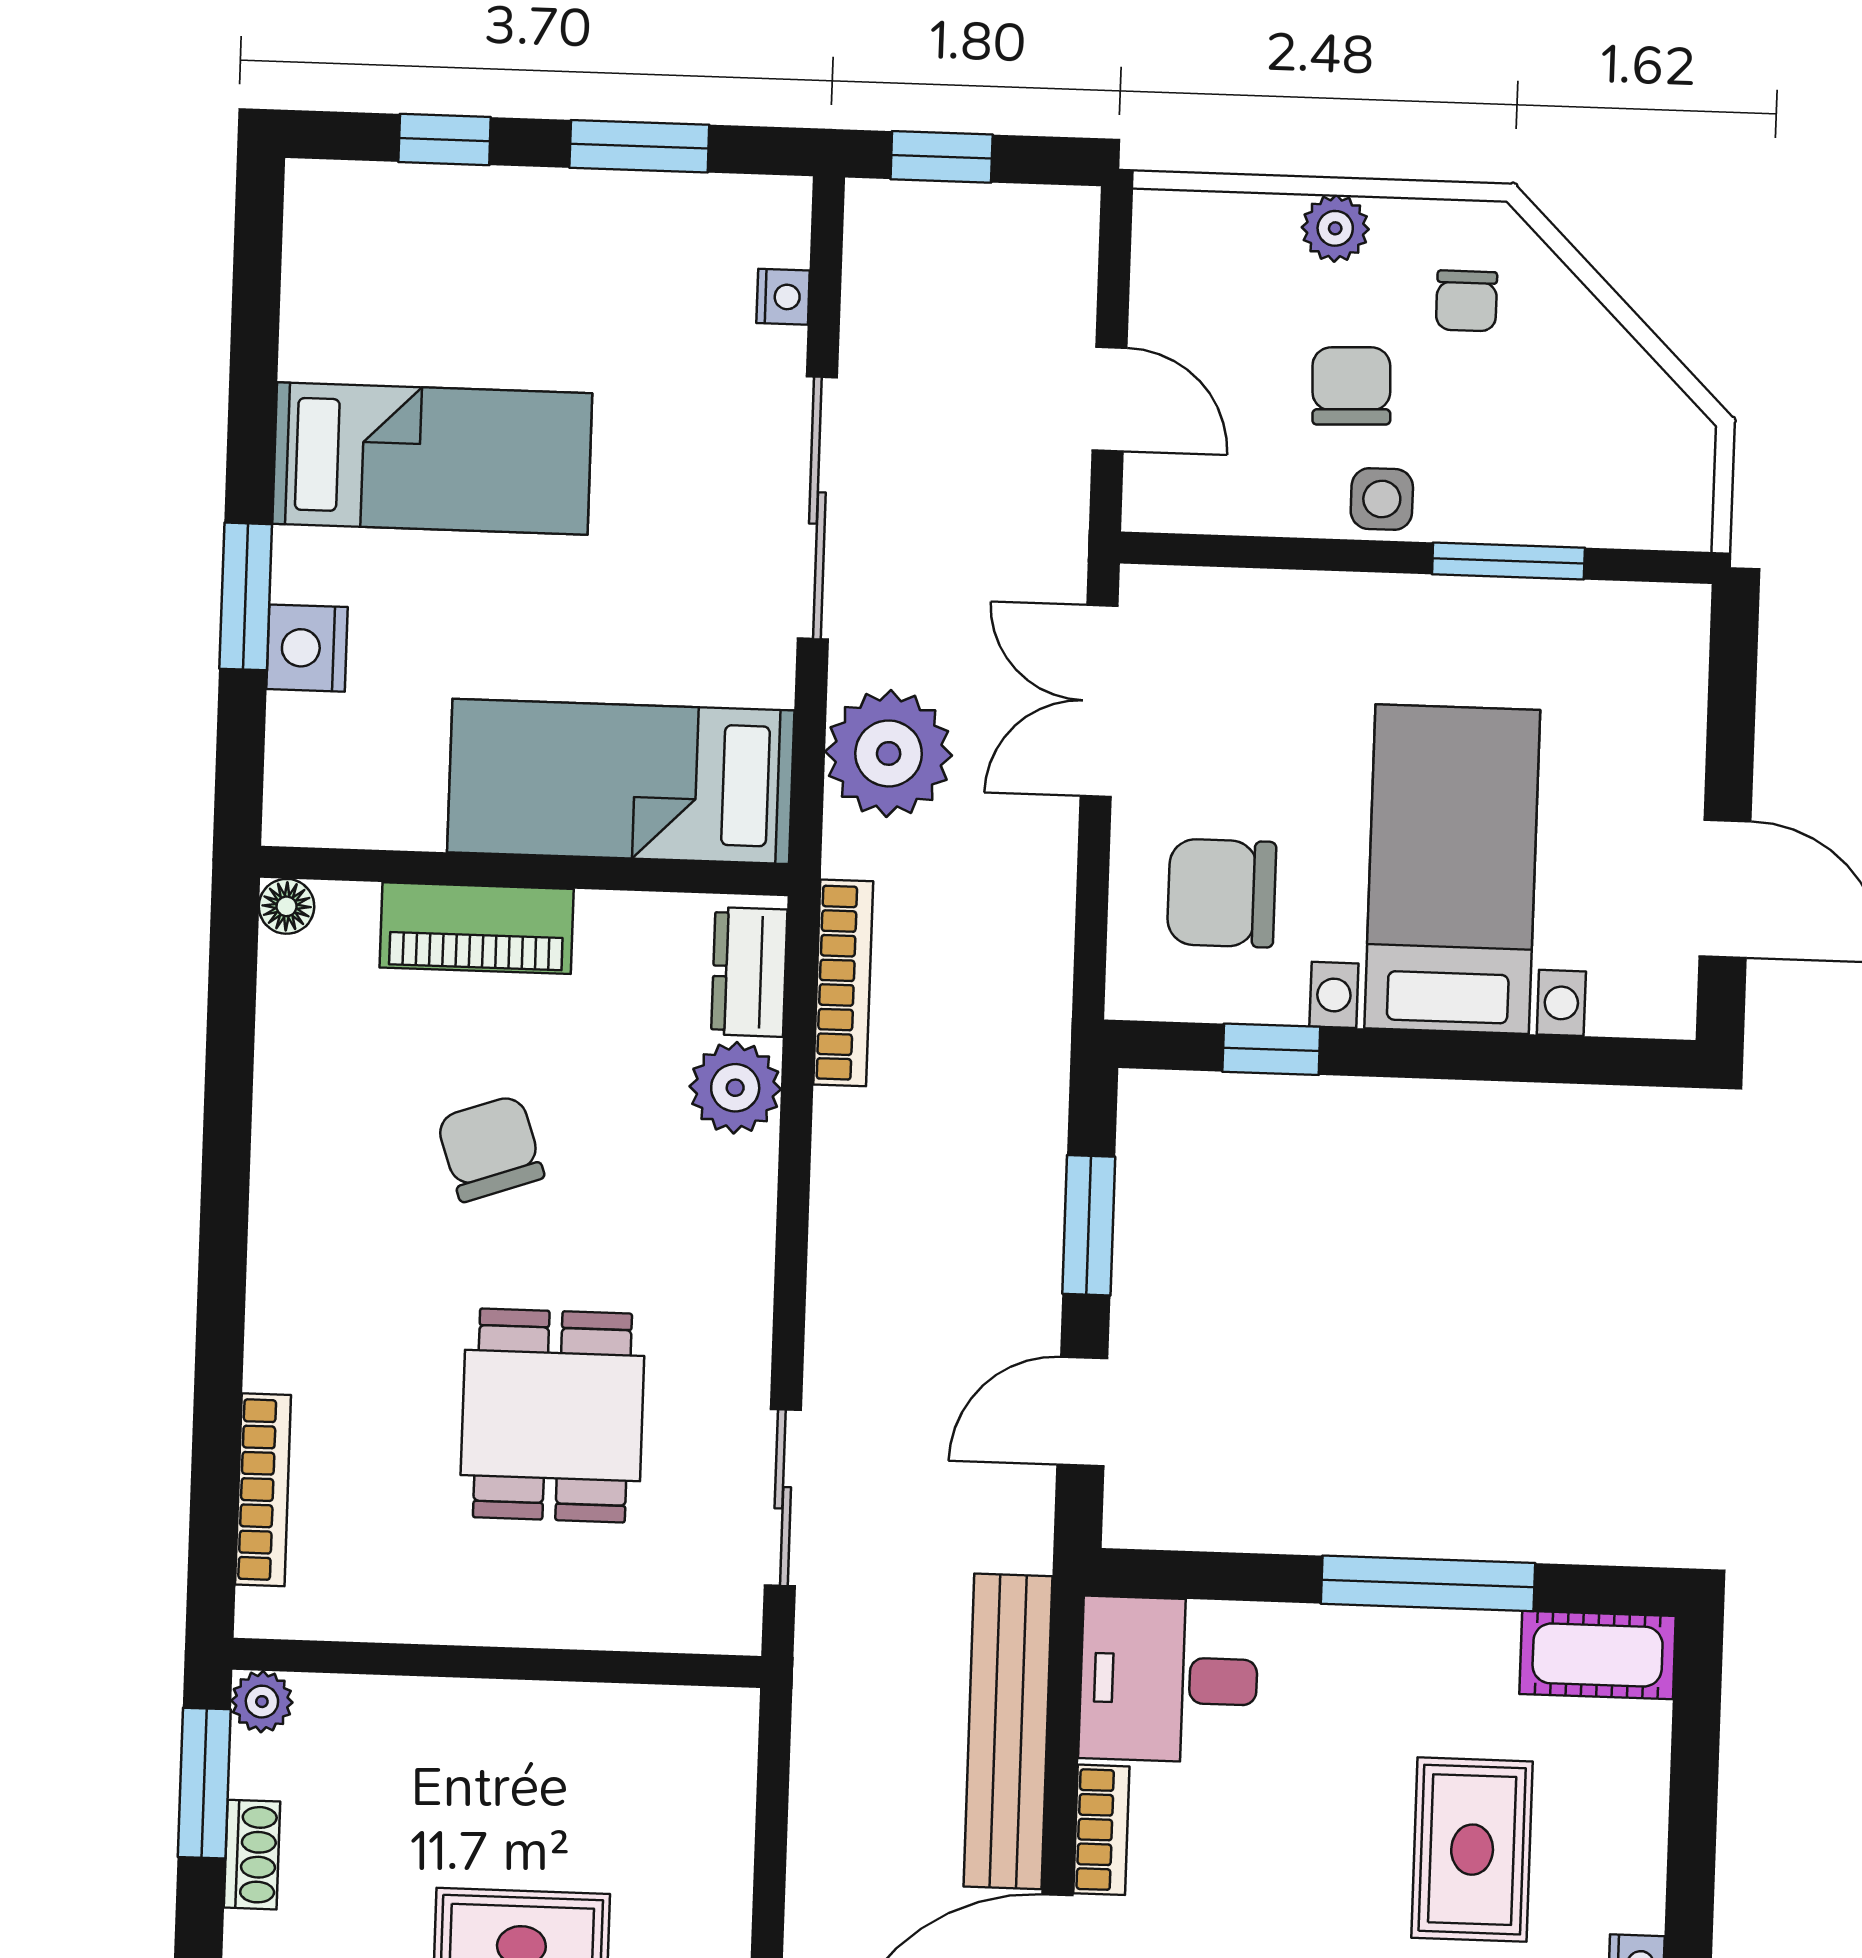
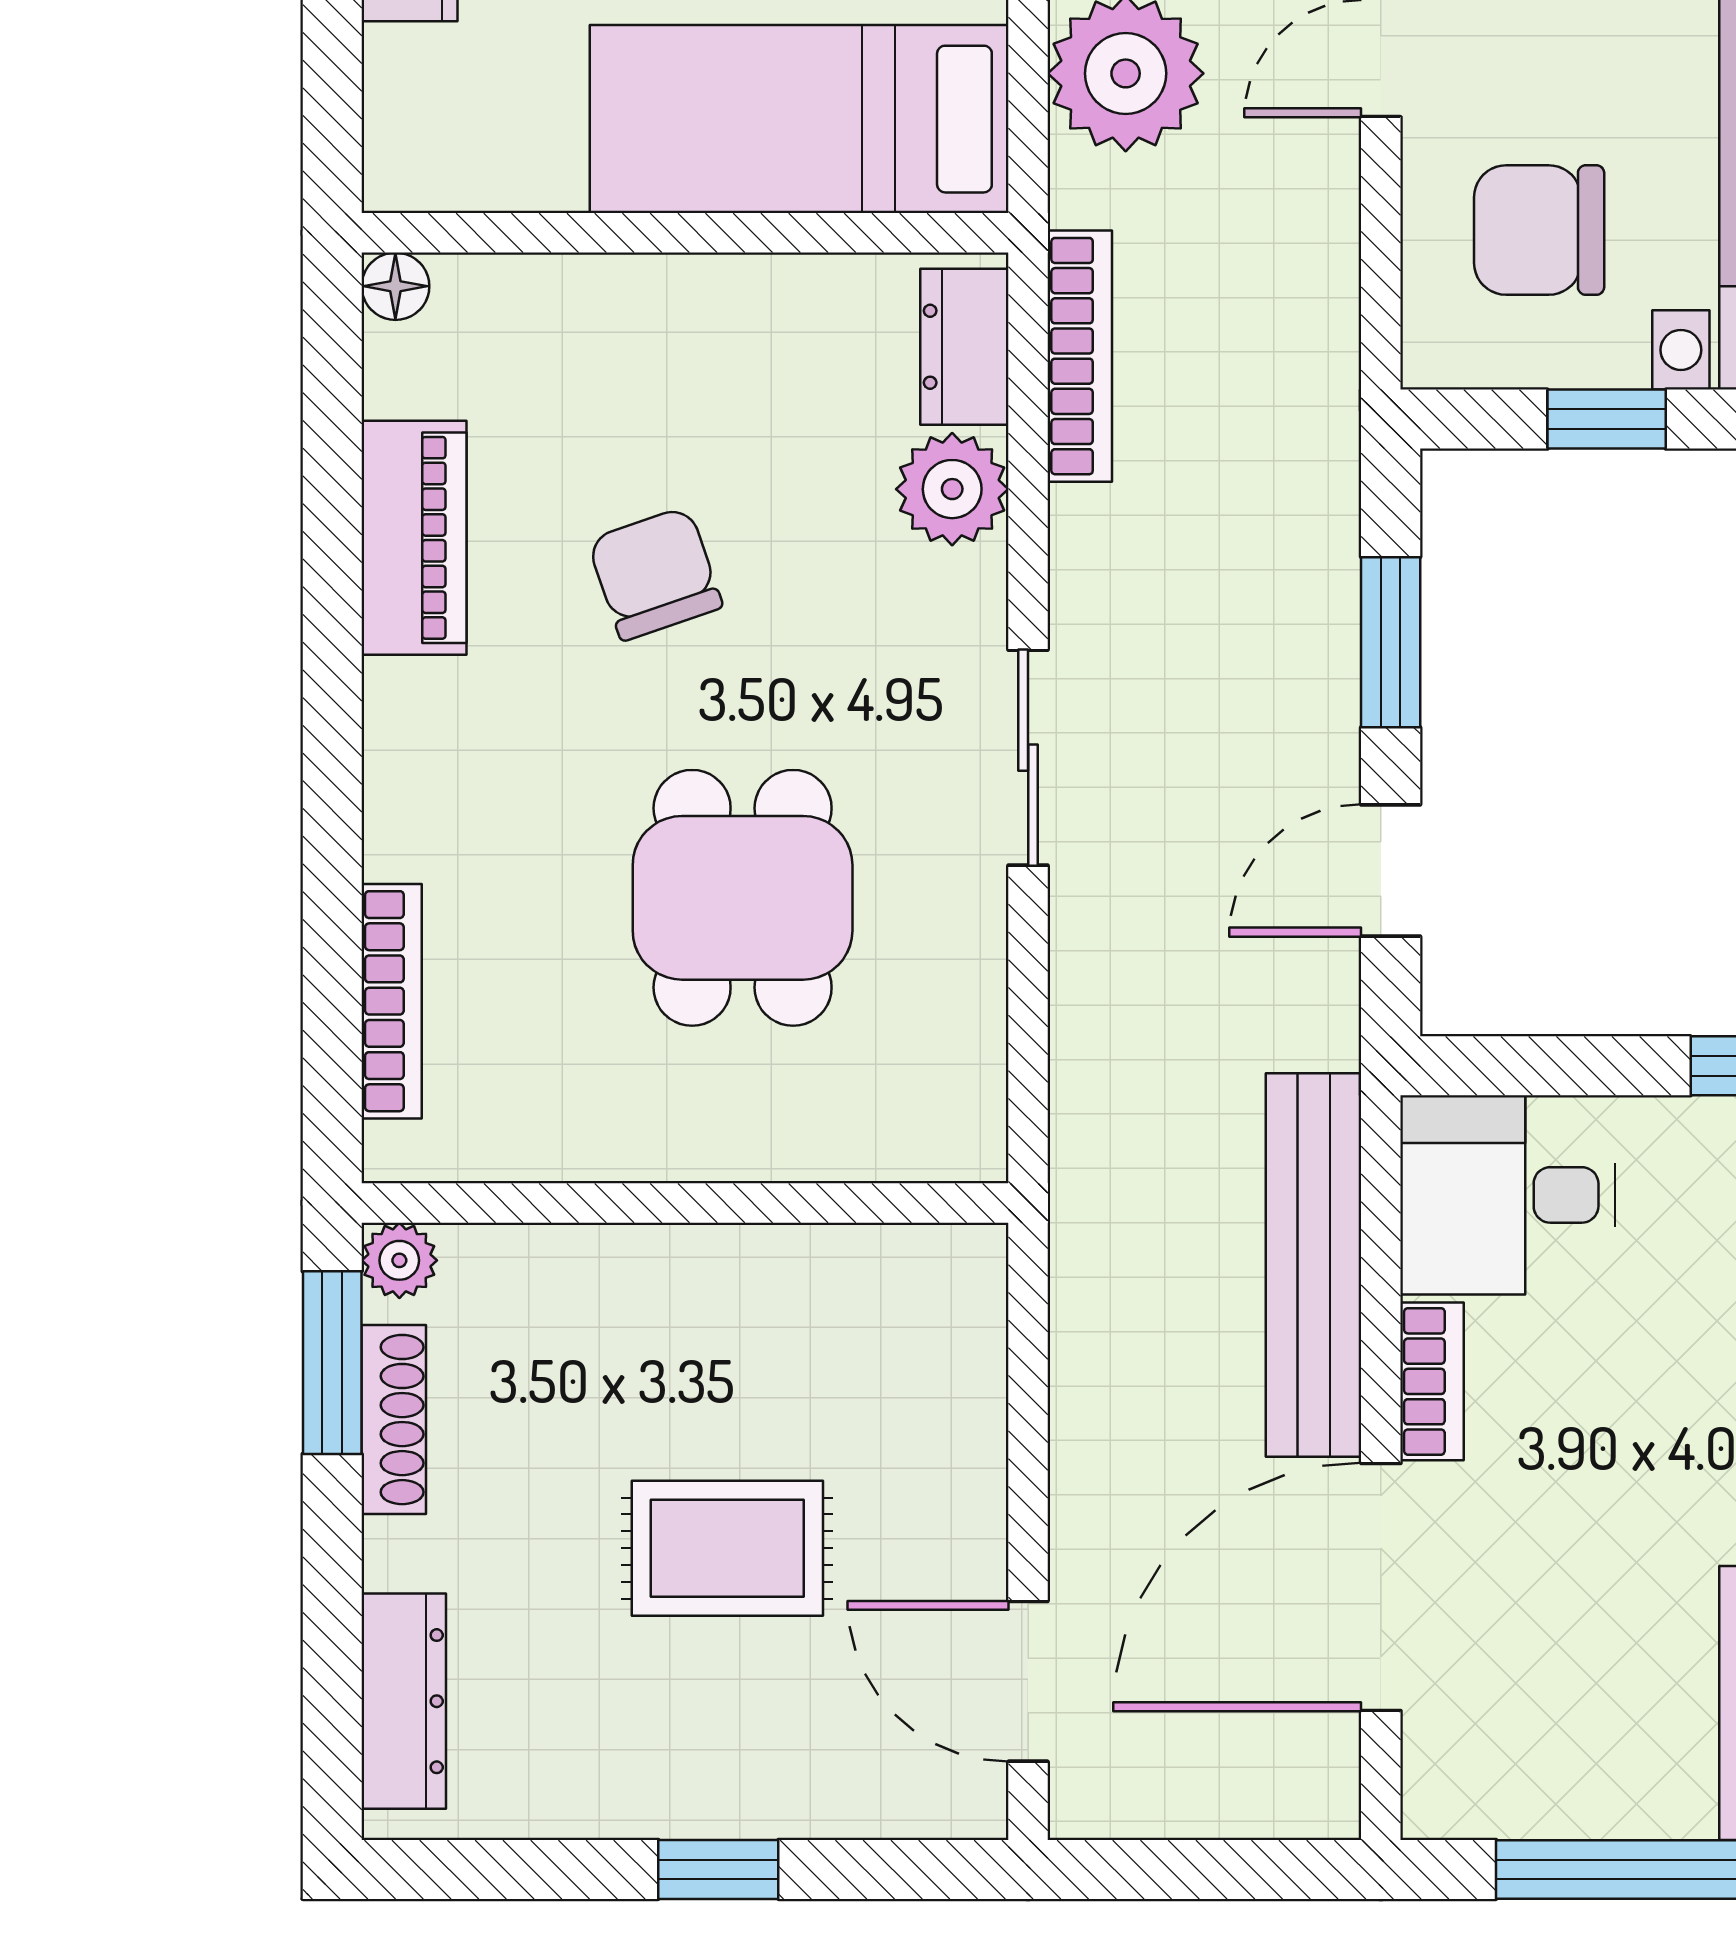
piano: (477, 928) -> (414, 538), moved, turned -90
sliding door: (783, 1498) -> (1028, 758), moved
shoe rack: (252, 1855) -> (394, 1420), width x1.43

